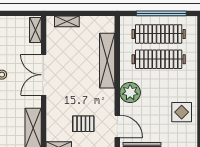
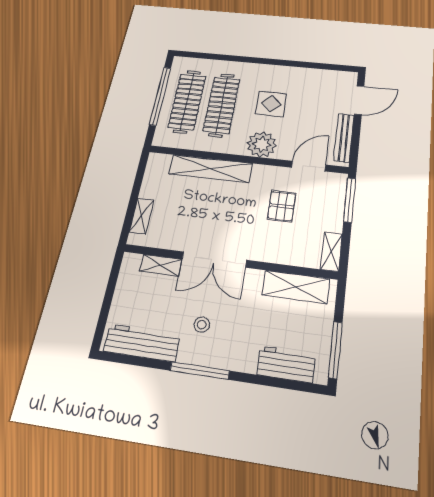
shelving: (35, 30) -> (161, 265), moved
display table: (182, 112) -> (271, 104), moved
pallet: (83, 124) -> (282, 206), moved

